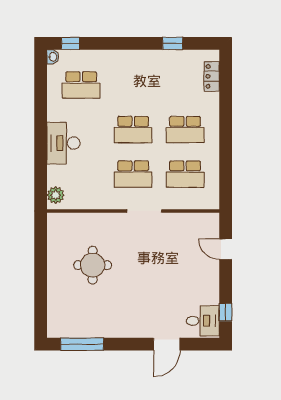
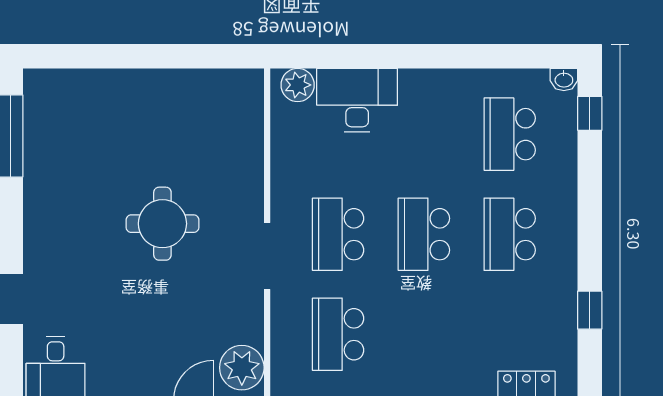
school desk: (185, 130) -> (510, 234), moved
desk: (63, 143) -> (357, 100), moved
plant: (202, 224) -> (242, 368), added
round table: (93, 265) -> (162, 224), moved

